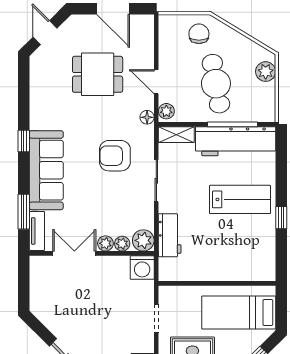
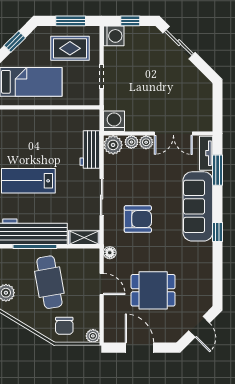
plant: (166, 111) -> (93, 336), moved

